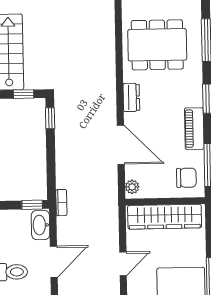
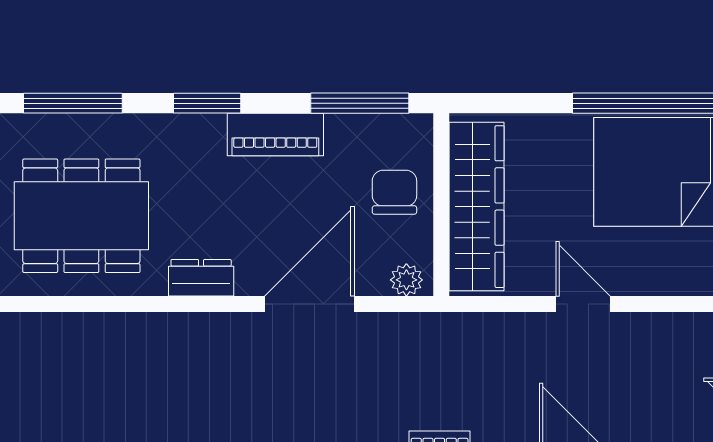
dining table: (157, 45) -> (81, 216), turned 90
chair: (186, 178) -> (394, 192), moved

